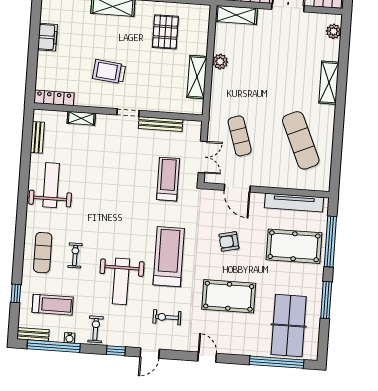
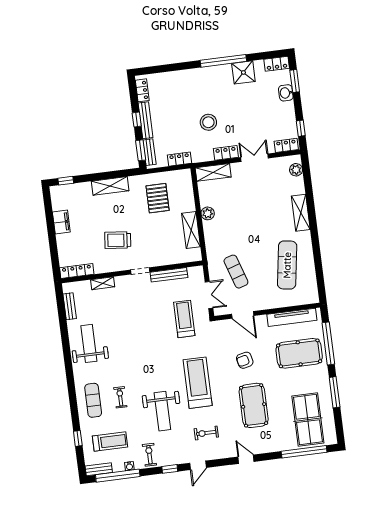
exercise mat: (301, 140) -> (287, 265), turned 33
pool table: (229, 296) -> (254, 405), turned 90

